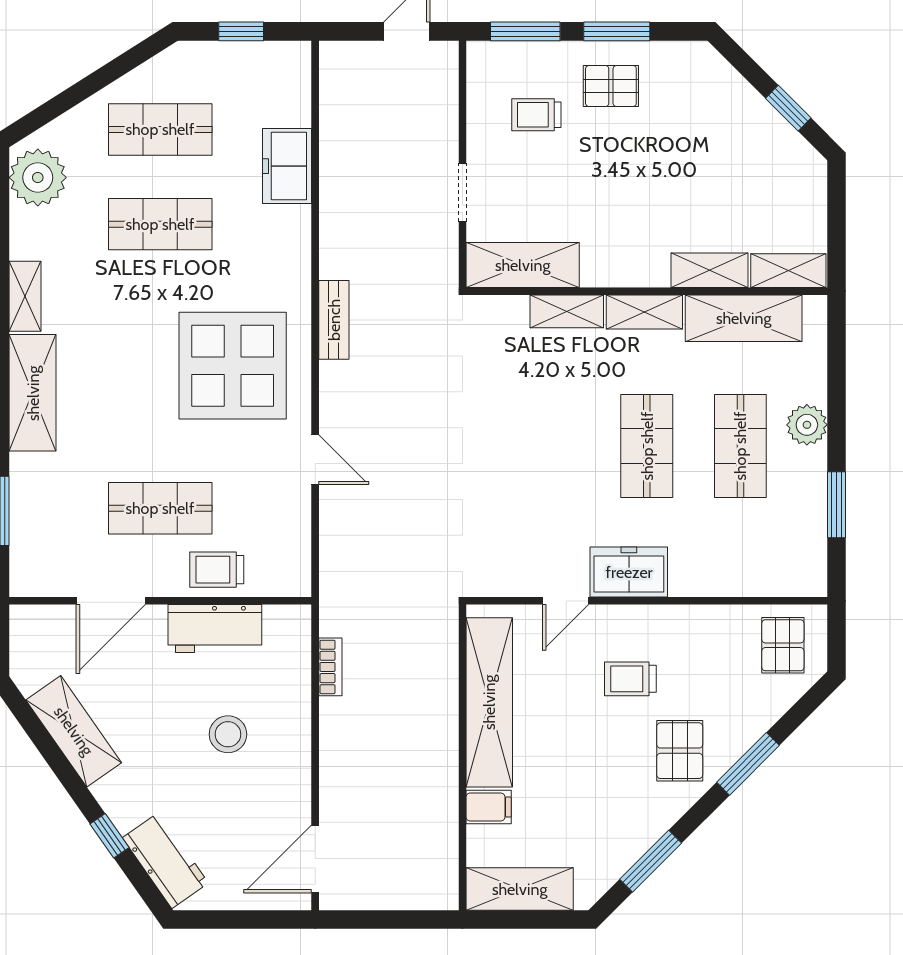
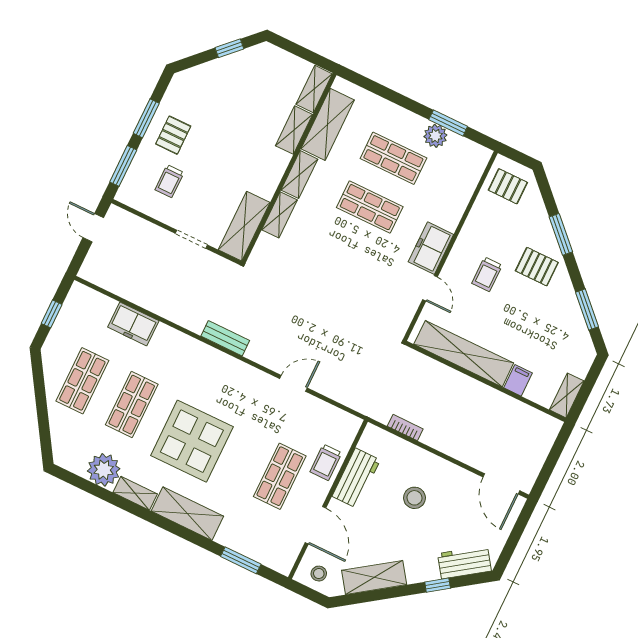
plant: (38, 178) -> (104, 470), moved
display table: (233, 366) -> (192, 441), moved
plant: (807, 425) -> (435, 136), moved
stool: (38, 642) -> (319, 574), added
shelving: (520, 889) -> (567, 395), width x0.67, depth x0.75

